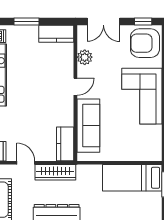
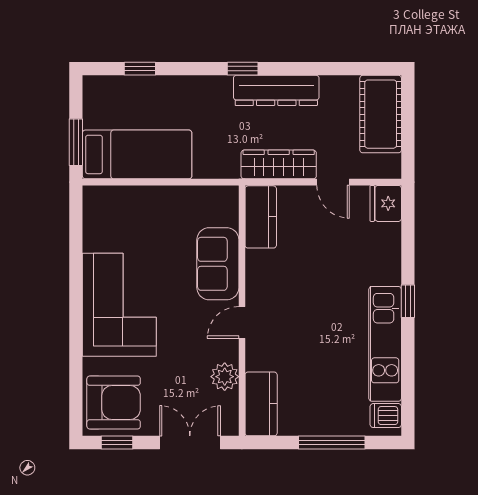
window: (27, 21) -> (332, 443), width x1.44
kitchen counter: (56, 34) -> (261, 404), moved, turned 90
sofa: (88, 126) -> (218, 264), width x0.73

